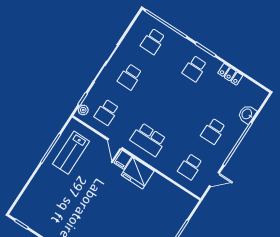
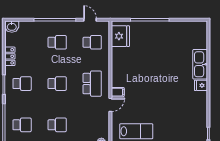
school desk: (107, 112) -> (57, 84), moved
washbasin: (247, 114) -> (12, 27), moved
fridge: (138, 173) -> (120, 36), moved

